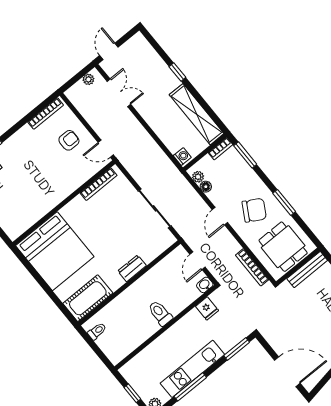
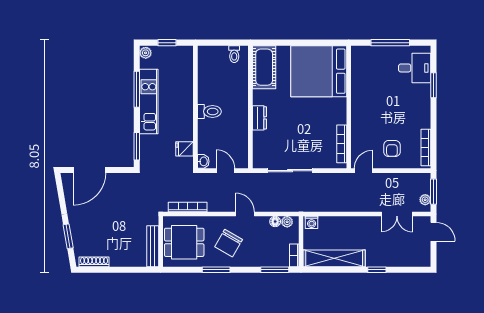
window: (76, 78) -> (433, 192), added

